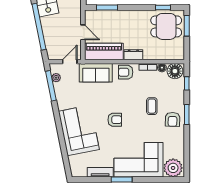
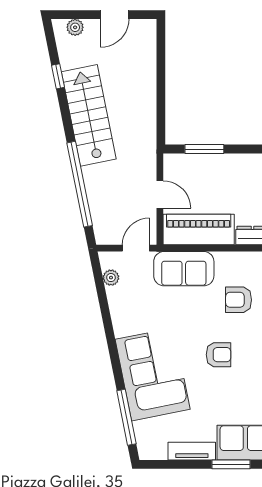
armchair: (126, 72) -> (239, 300), moved
window: (51, 86) -> (126, 417), moved

